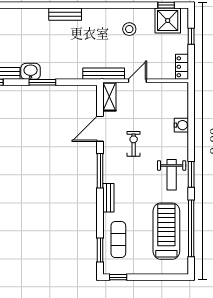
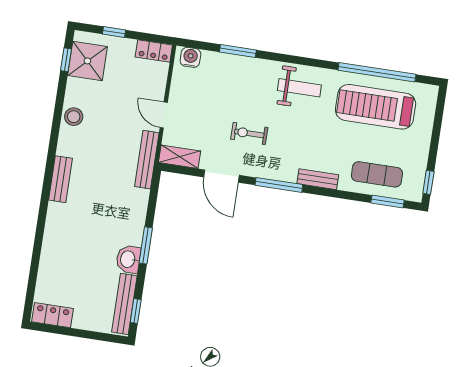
bench: (65, 14) -> (60, 179), moved
stool: (129, 29) -> (74, 117), moved
water cooler: (181, 125) -> (190, 57), moved
window: (191, 174) -> (238, 51), moved

